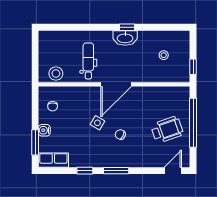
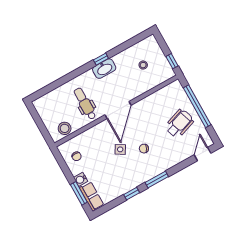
row of seats: (53, 160) -> (92, 196), moved, turned 90

